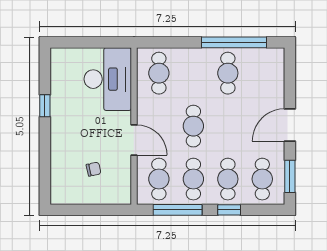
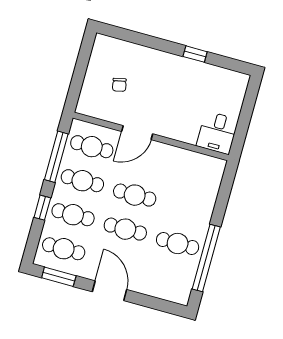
cafe table: (159, 73) -> (125, 229), moved
desk: (108, 79) -> (217, 133), width x0.53, depth x0.77

